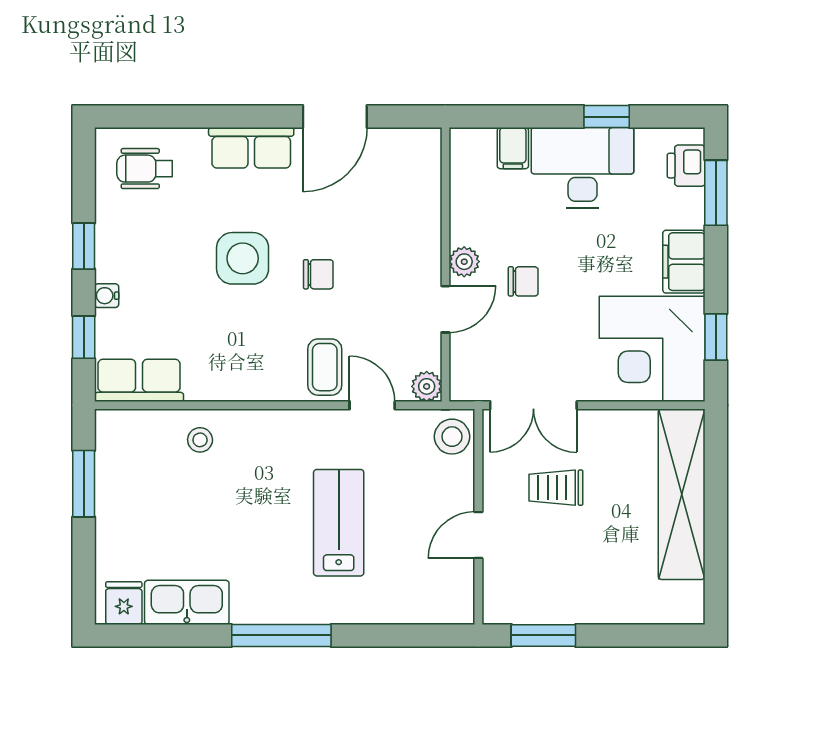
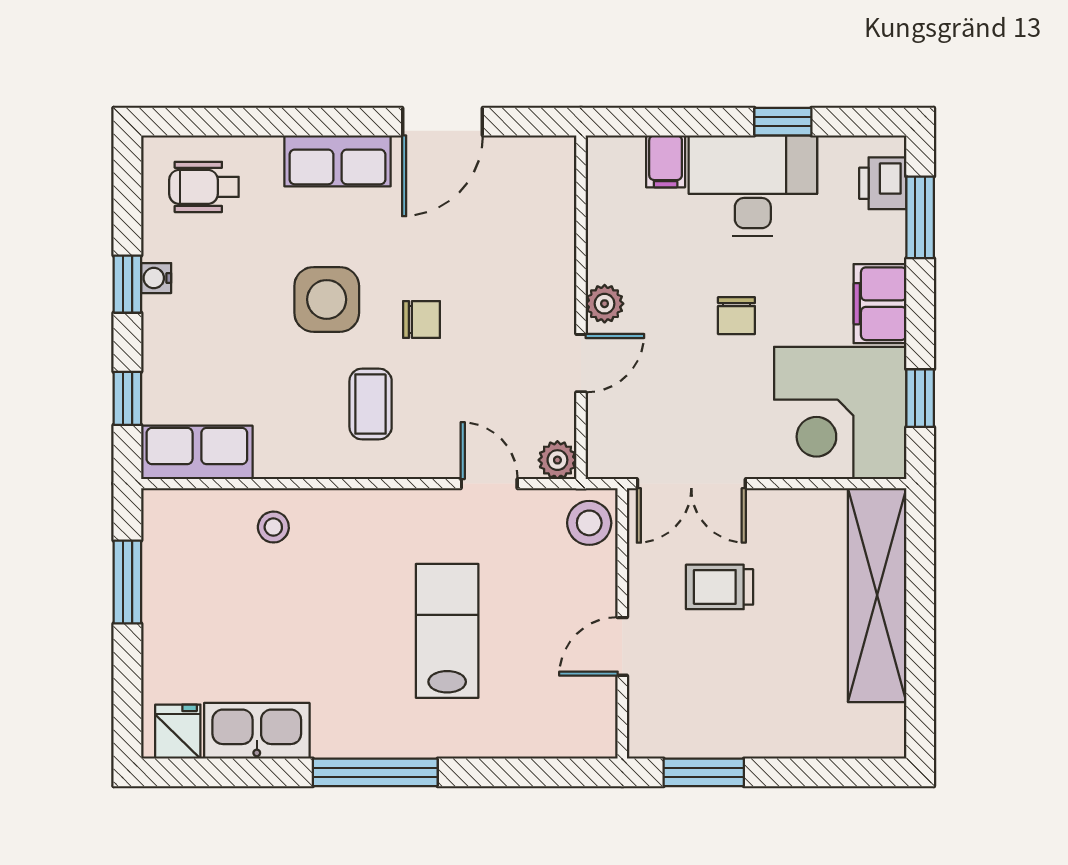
chair: (523, 281) -> (736, 316), moved, turned 90
water cooler: (107, 296) -> (156, 278), moved
coffee table: (325, 367) -> (371, 404), moved

